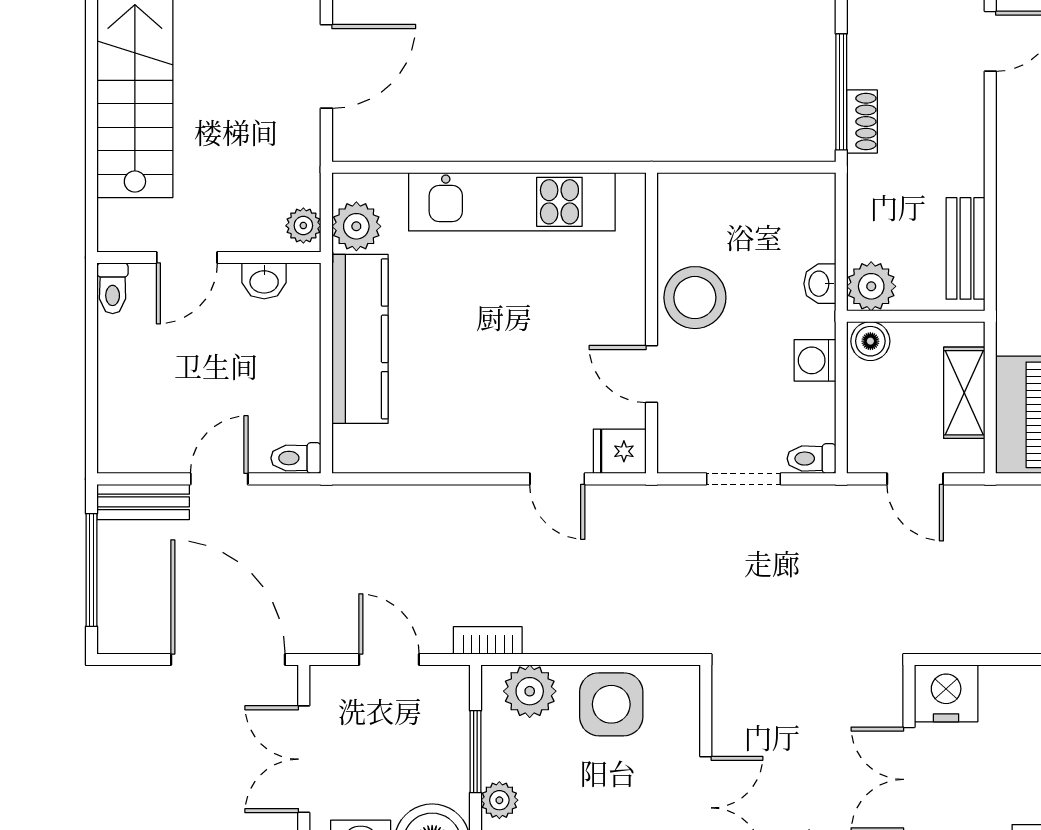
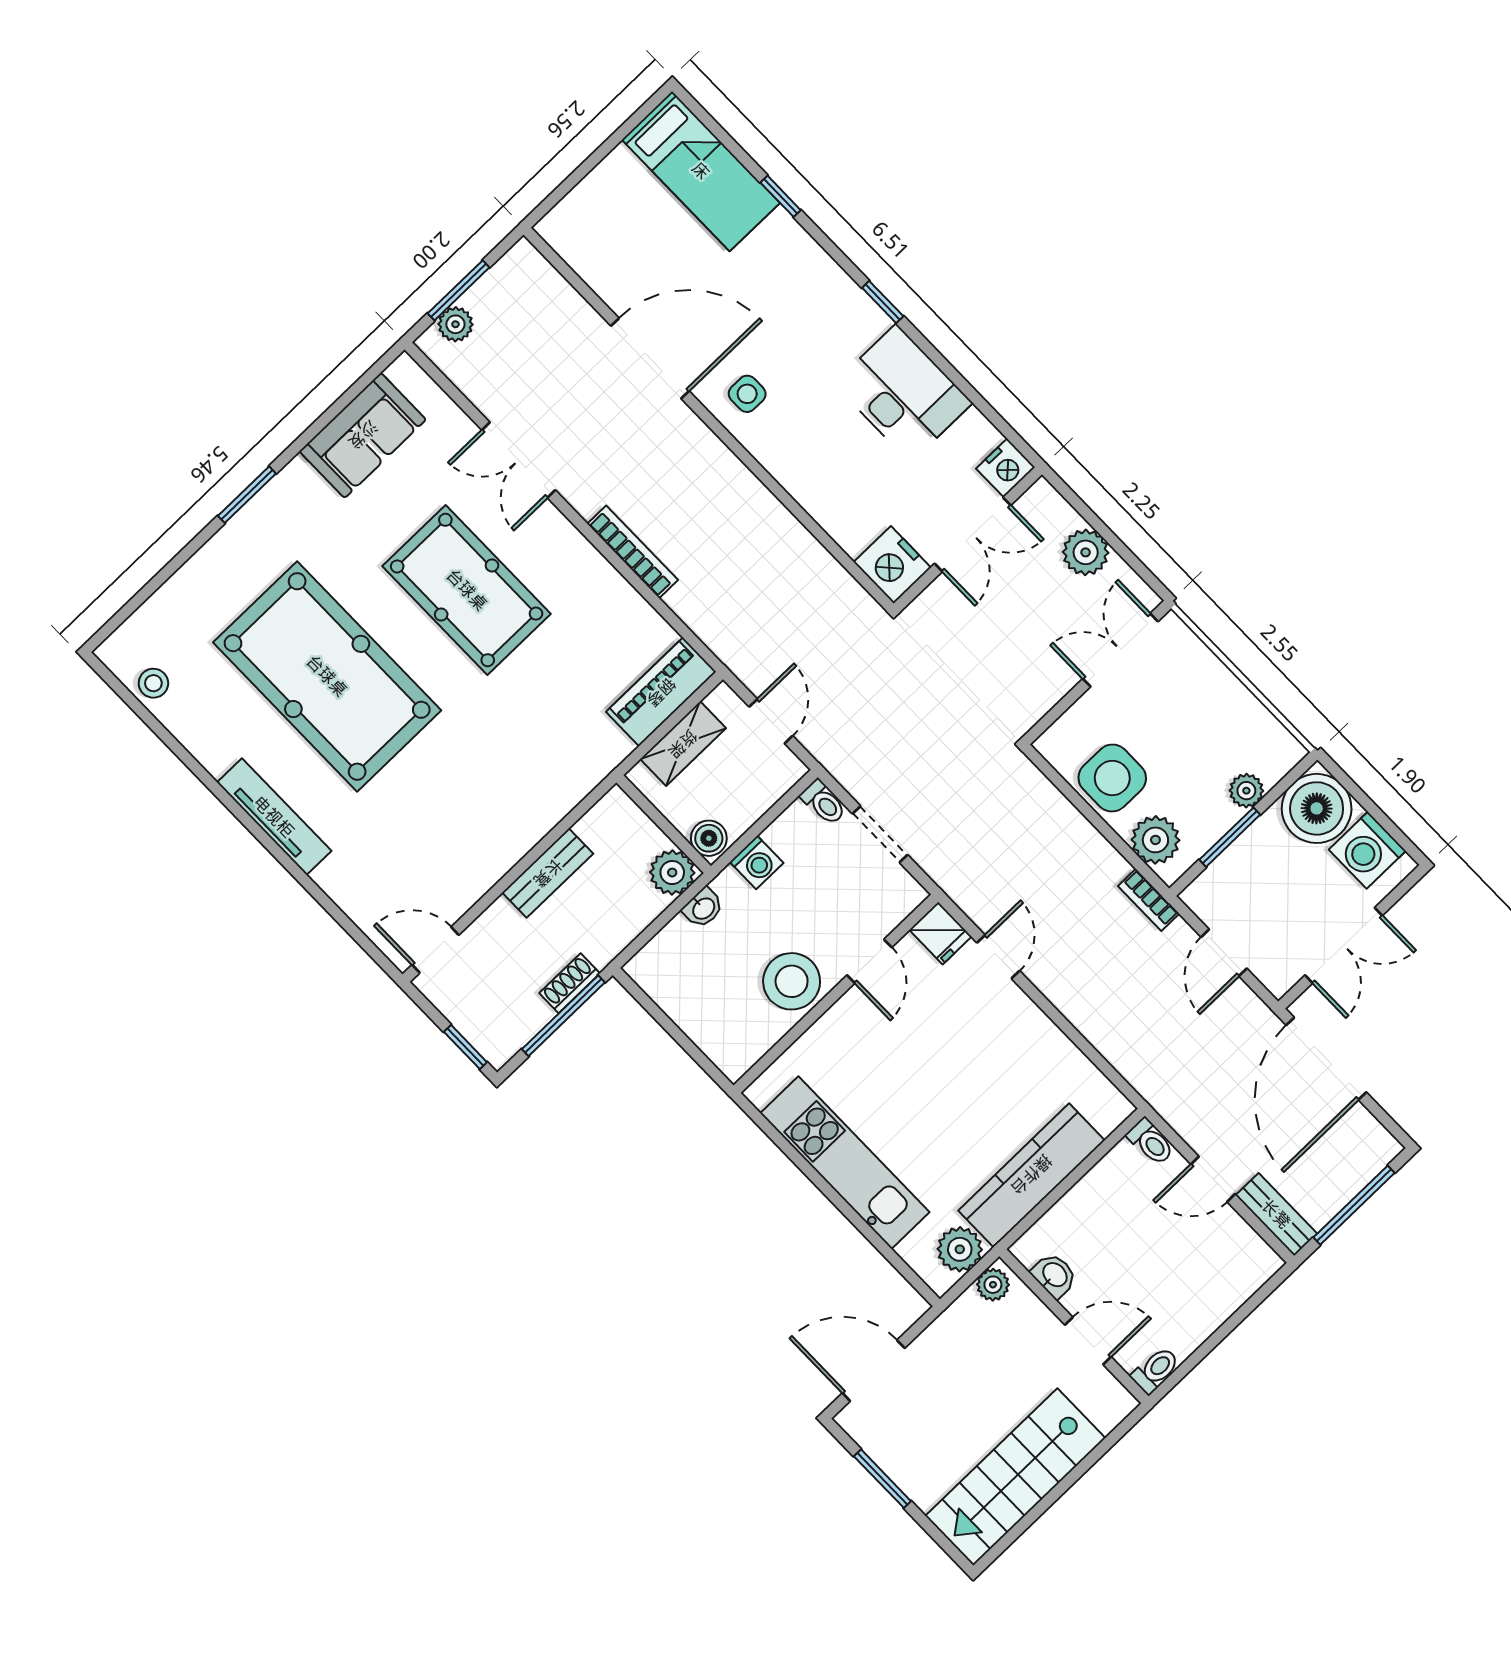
bench: (965, 248) -> (548, 873), moved

